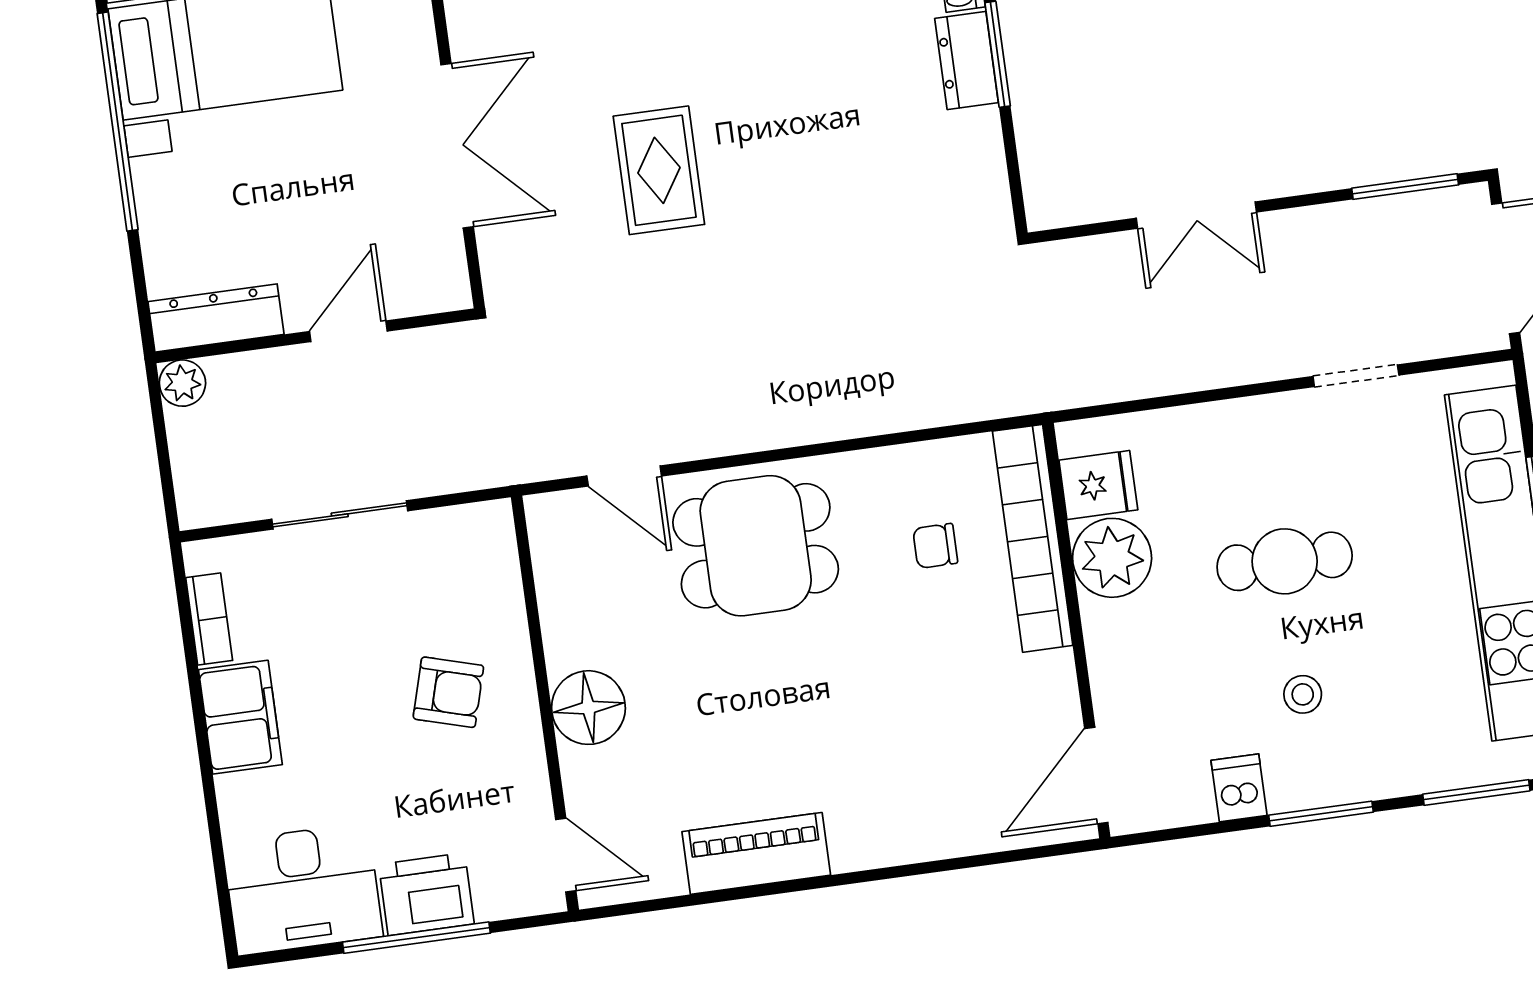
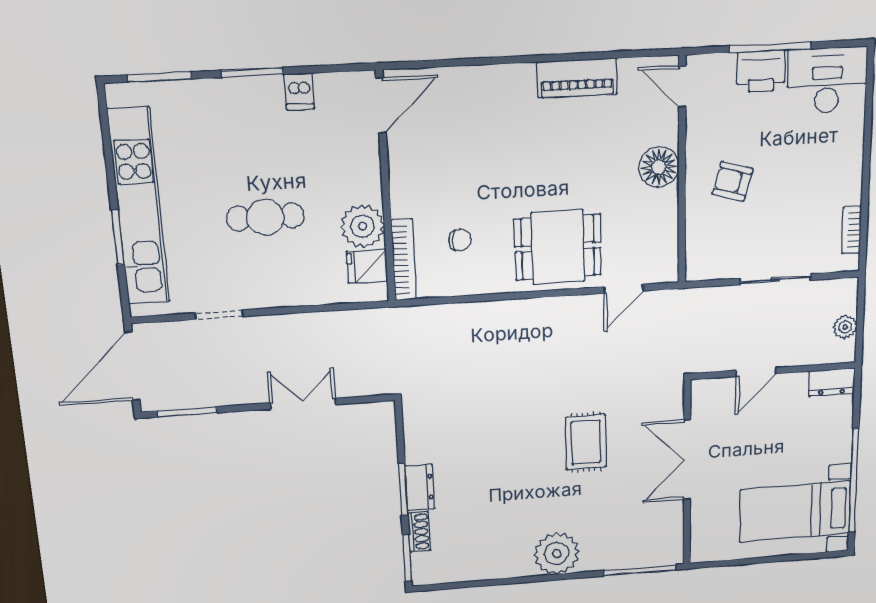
dresser: (216, 318) -> (832, 382), width x0.70
plant: (182, 383) -> (845, 327), moved
door: (624, 476) -> (624, 289), swing flipped
bookcase: (1033, 538) -> (404, 260), width x0.68, depth x0.76
stool: (1303, 694) -> (259, 142), removed
filing cabinet: (240, 717) -> (844, 177), removed

